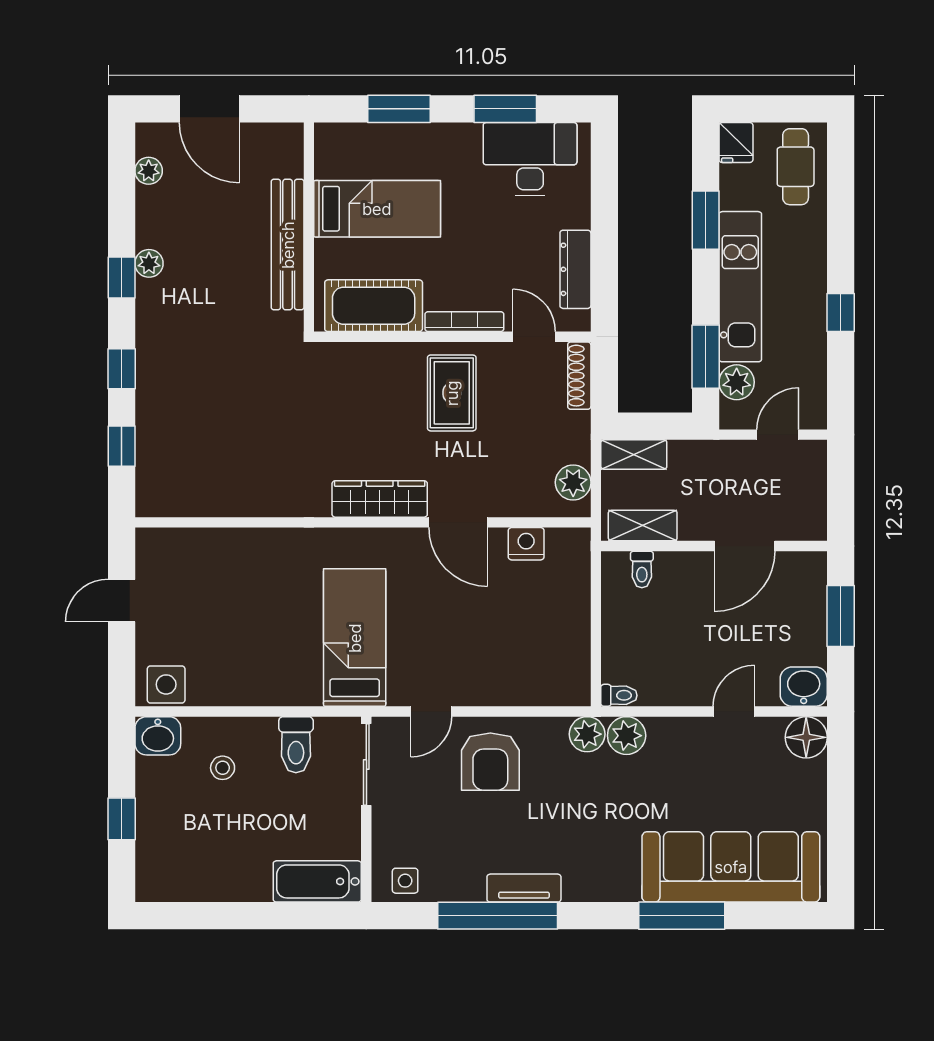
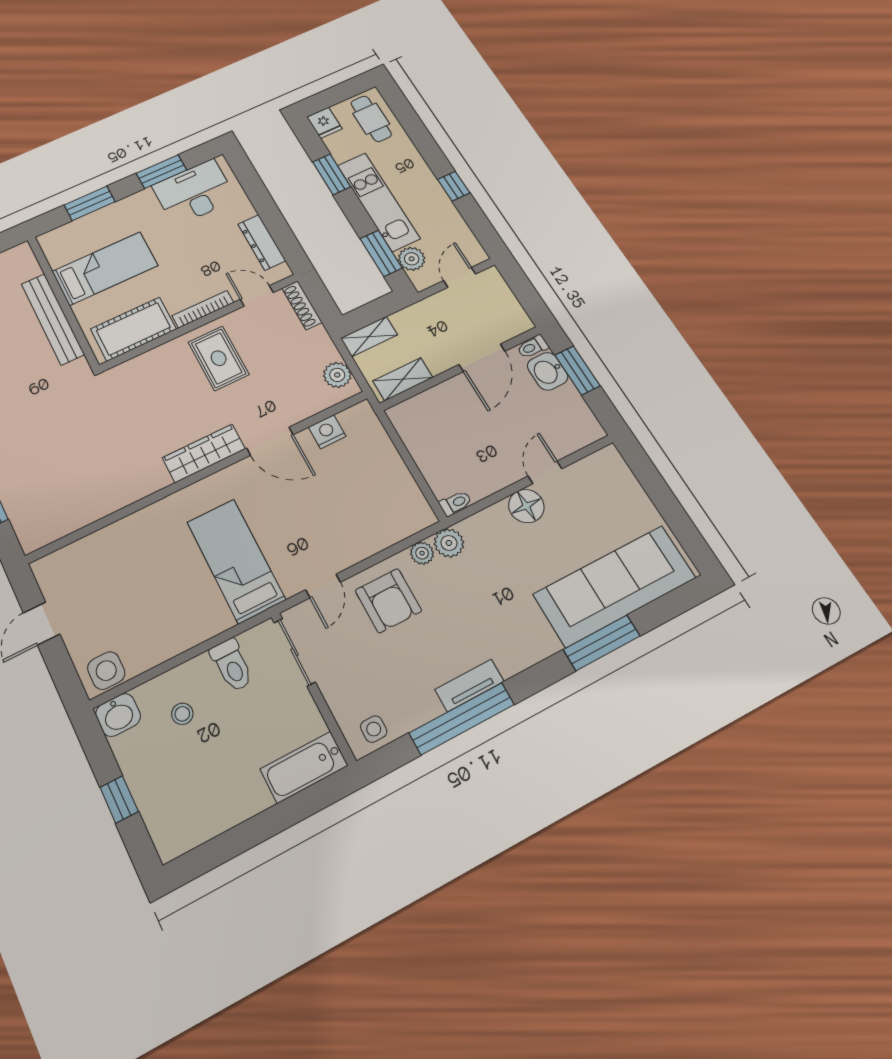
toilet: (642, 569) -> (533, 347), moved, turned 90
washbasin: (804, 687) -> (548, 371), moved, turned -90
plant: (627, 736) -> (422, 553), moved, width x0.73, depth x0.73
floor lamp: (806, 737) -> (526, 506), moved

